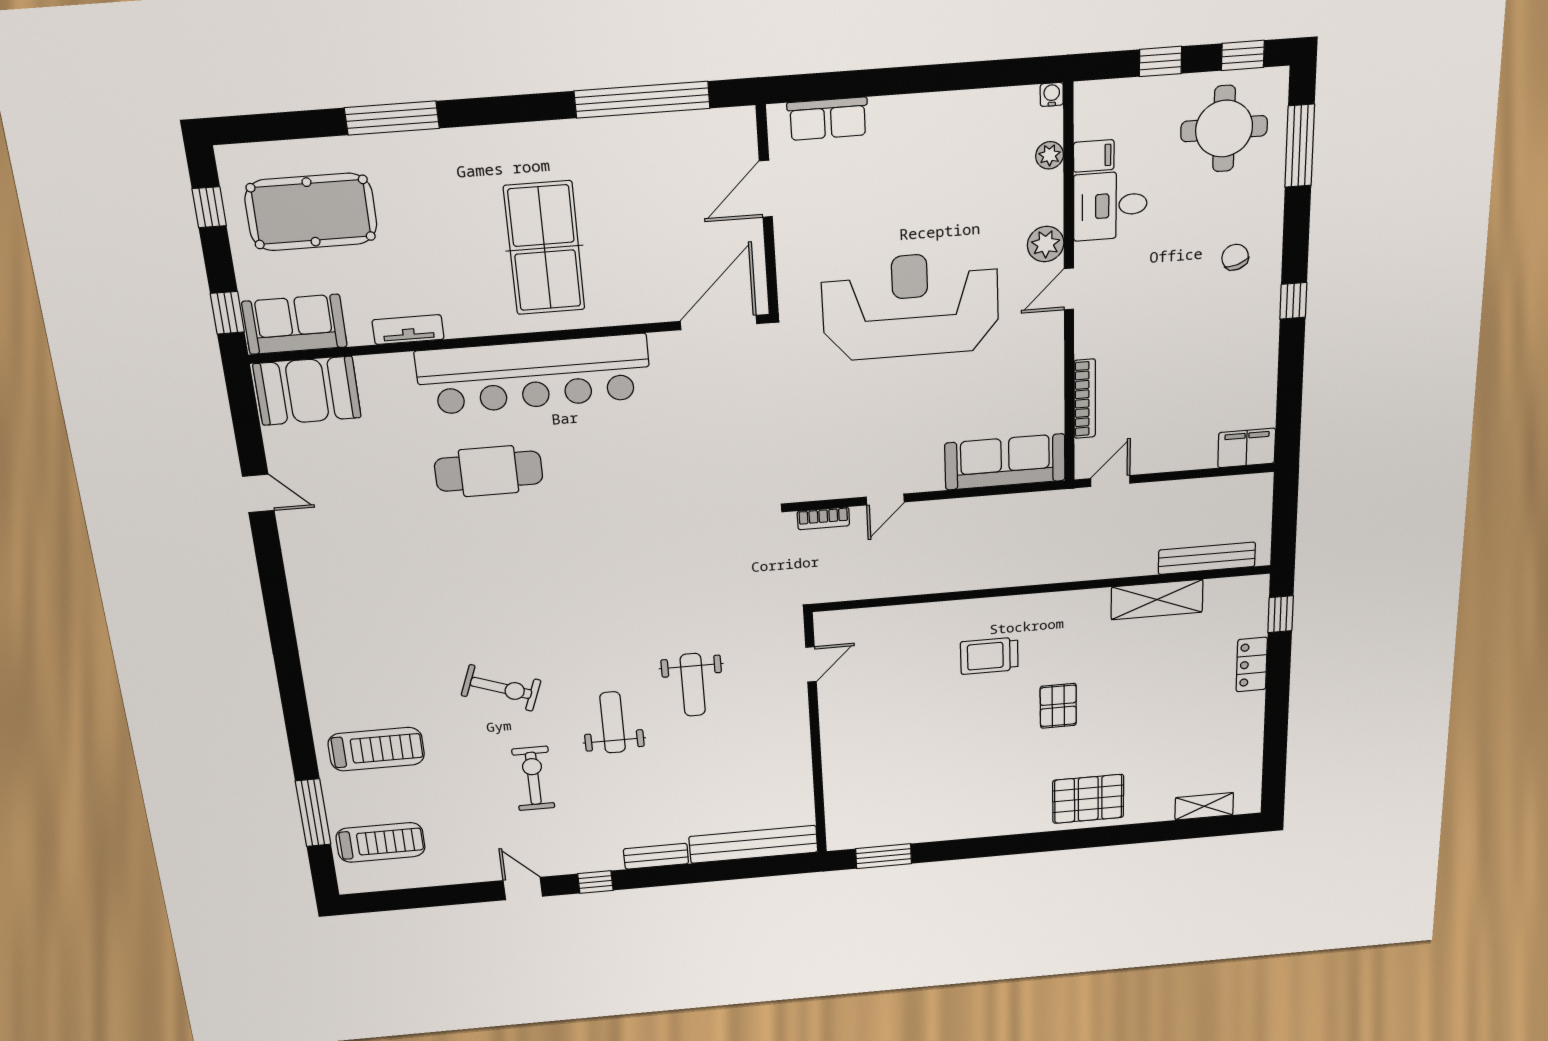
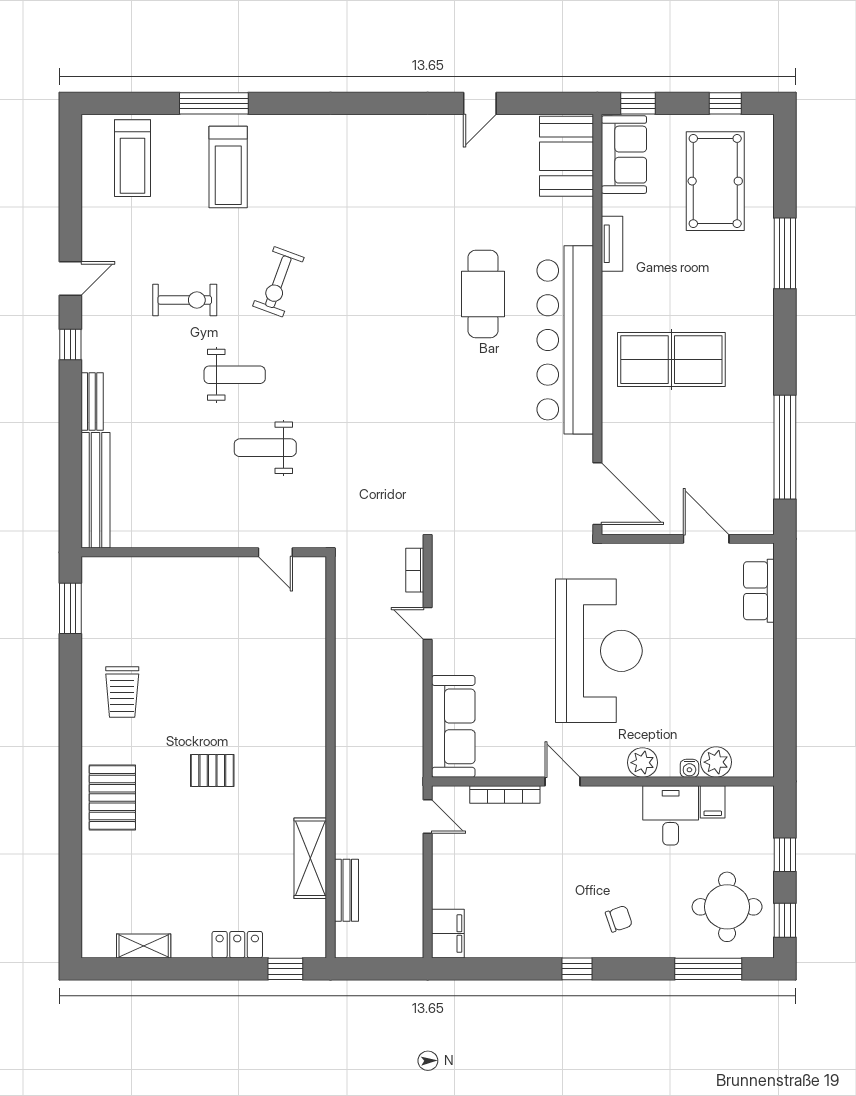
water cooler: (1052, 94) -> (689, 768), moved, turned 90
plant: (1050, 155) -> (716, 762), width x1.38, depth x1.38
door: (1069, 289) -> (562, 781), moved
bench: (1207, 558) -> (346, 890), width x0.73
trolley: (989, 656) -> (122, 692), moved, turned 180
shelving: (1204, 806) -> (144, 946), moved, turned 90
window: (313, 813) -> (214, 103), moved

